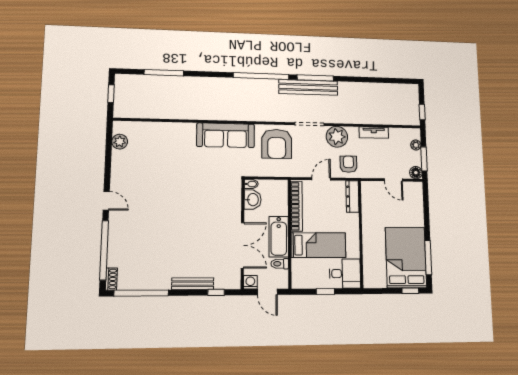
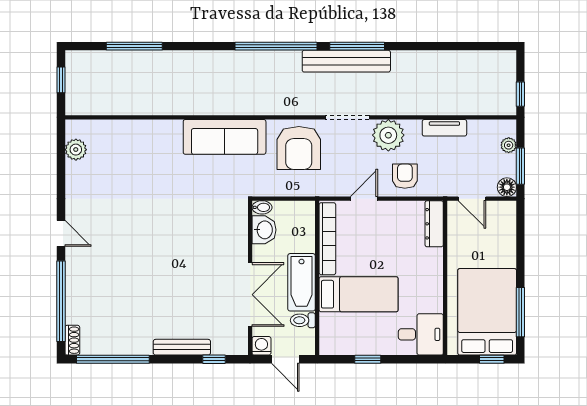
dresser: (352, 196) -> (434, 224), moved
wall: (361, 234) -> (445, 278), moved
desk: (345, 274) -> (421, 334), moved

